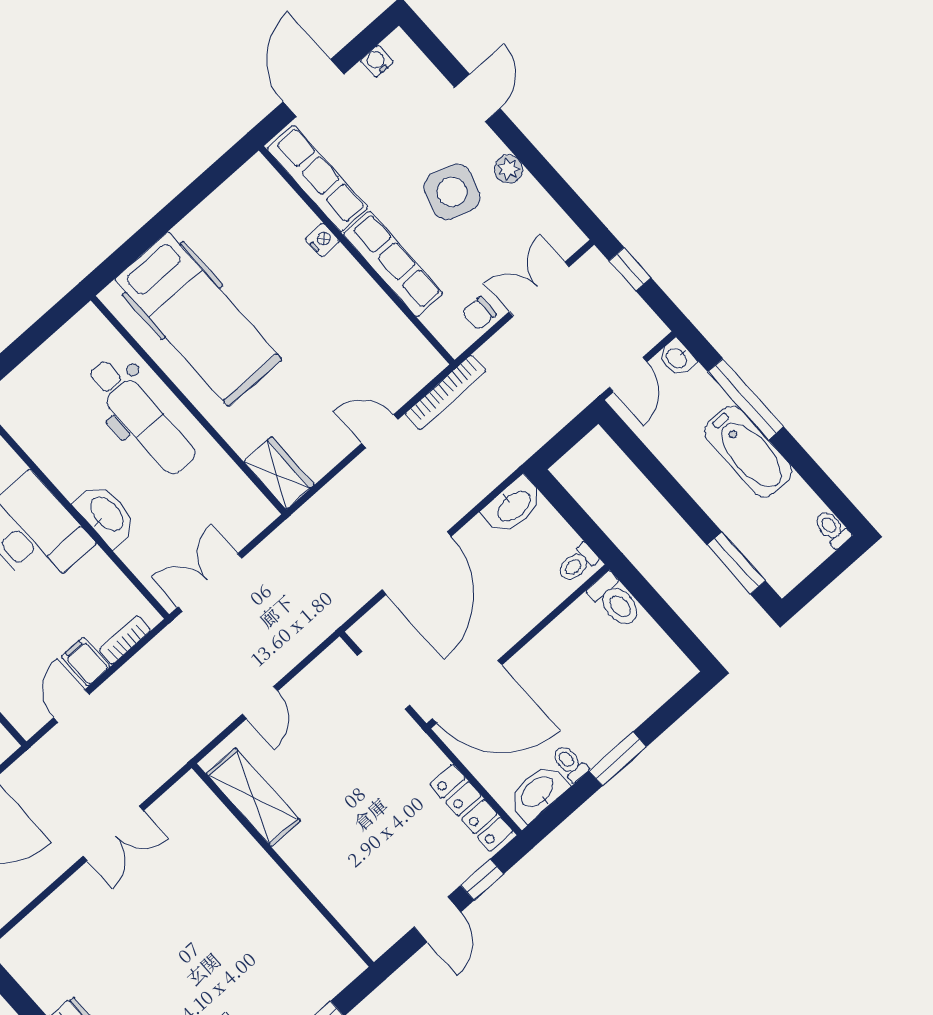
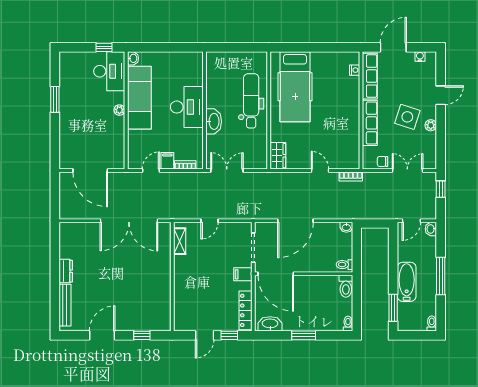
nightstand: (322, 240) -> (355, 70), moved
bookcase: (446, 392) -> (351, 176), width x0.64
window: (746, 399) -> (441, 276), moved
dental chair: (141, 416) -> (251, 101), turned 180
bathtub: (748, 452) -> (407, 282), moved, turned 180
washbasin: (513, 506) -> (346, 227), width x0.52, depth x0.69
filing cabinet: (408, 746) -> (243, 274), added
toilet: (570, 763) -> (348, 324), moved
shelving: (253, 797) -> (180, 241), width x0.67, depth x0.75
double door: (113, 833) -> (129, 221), width x1.87

